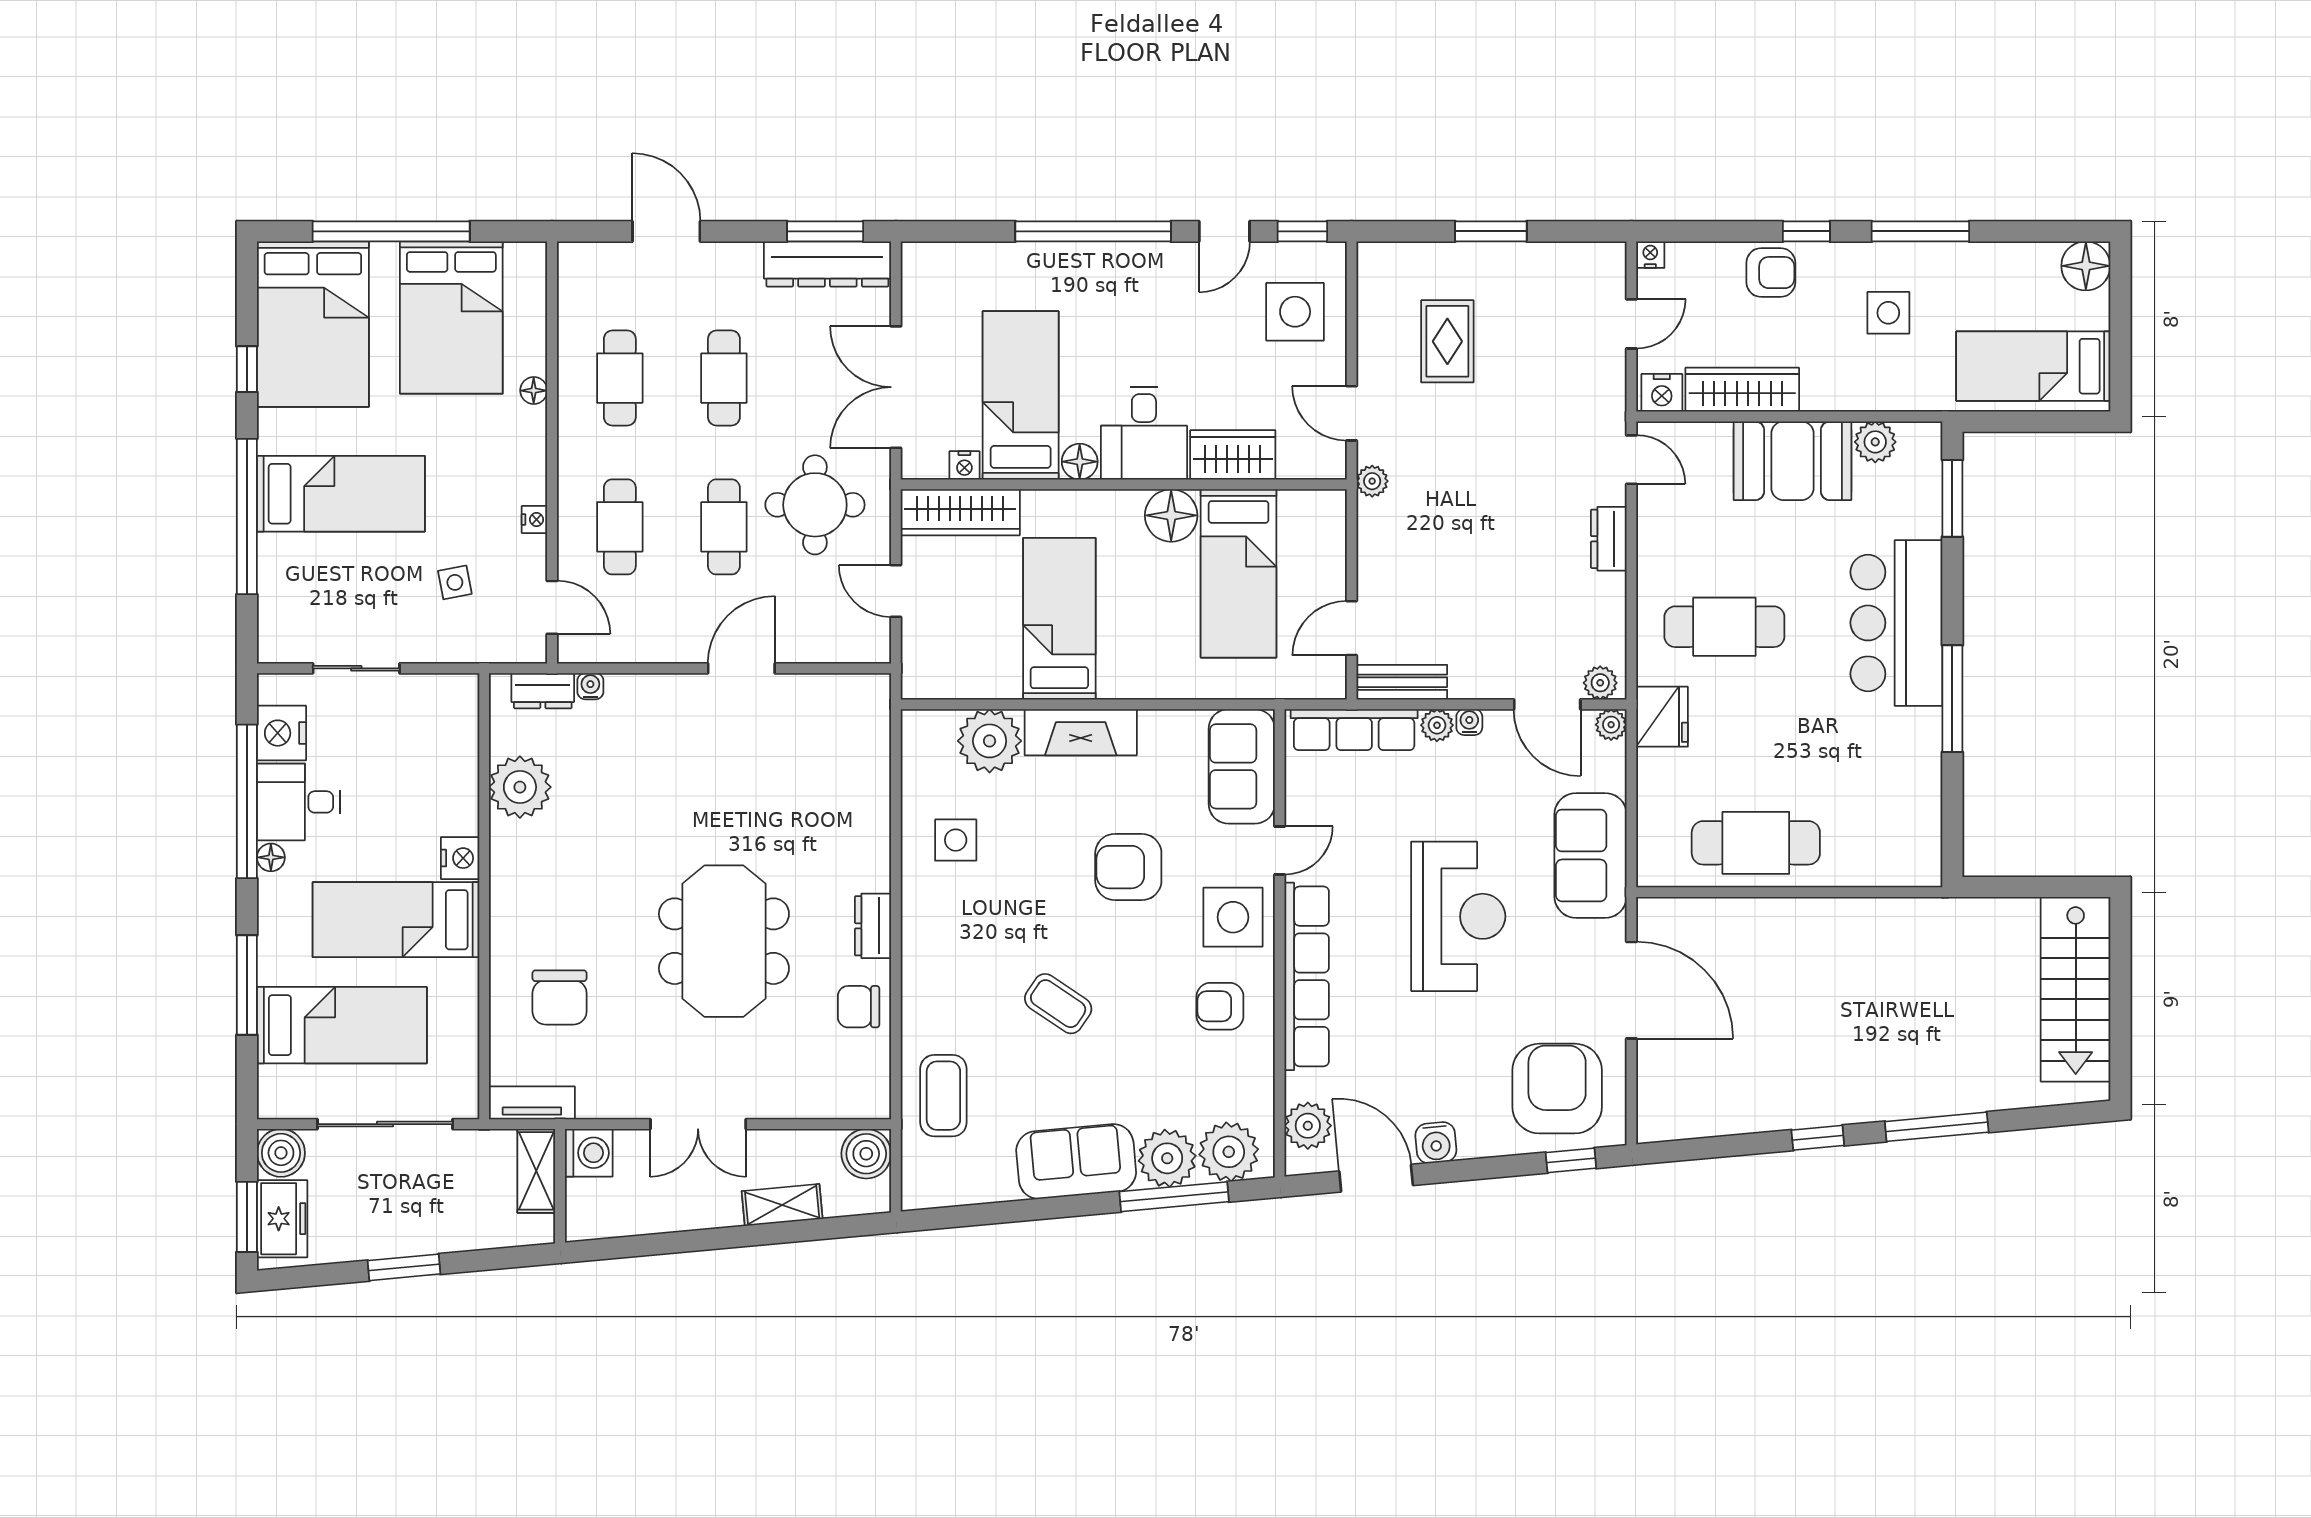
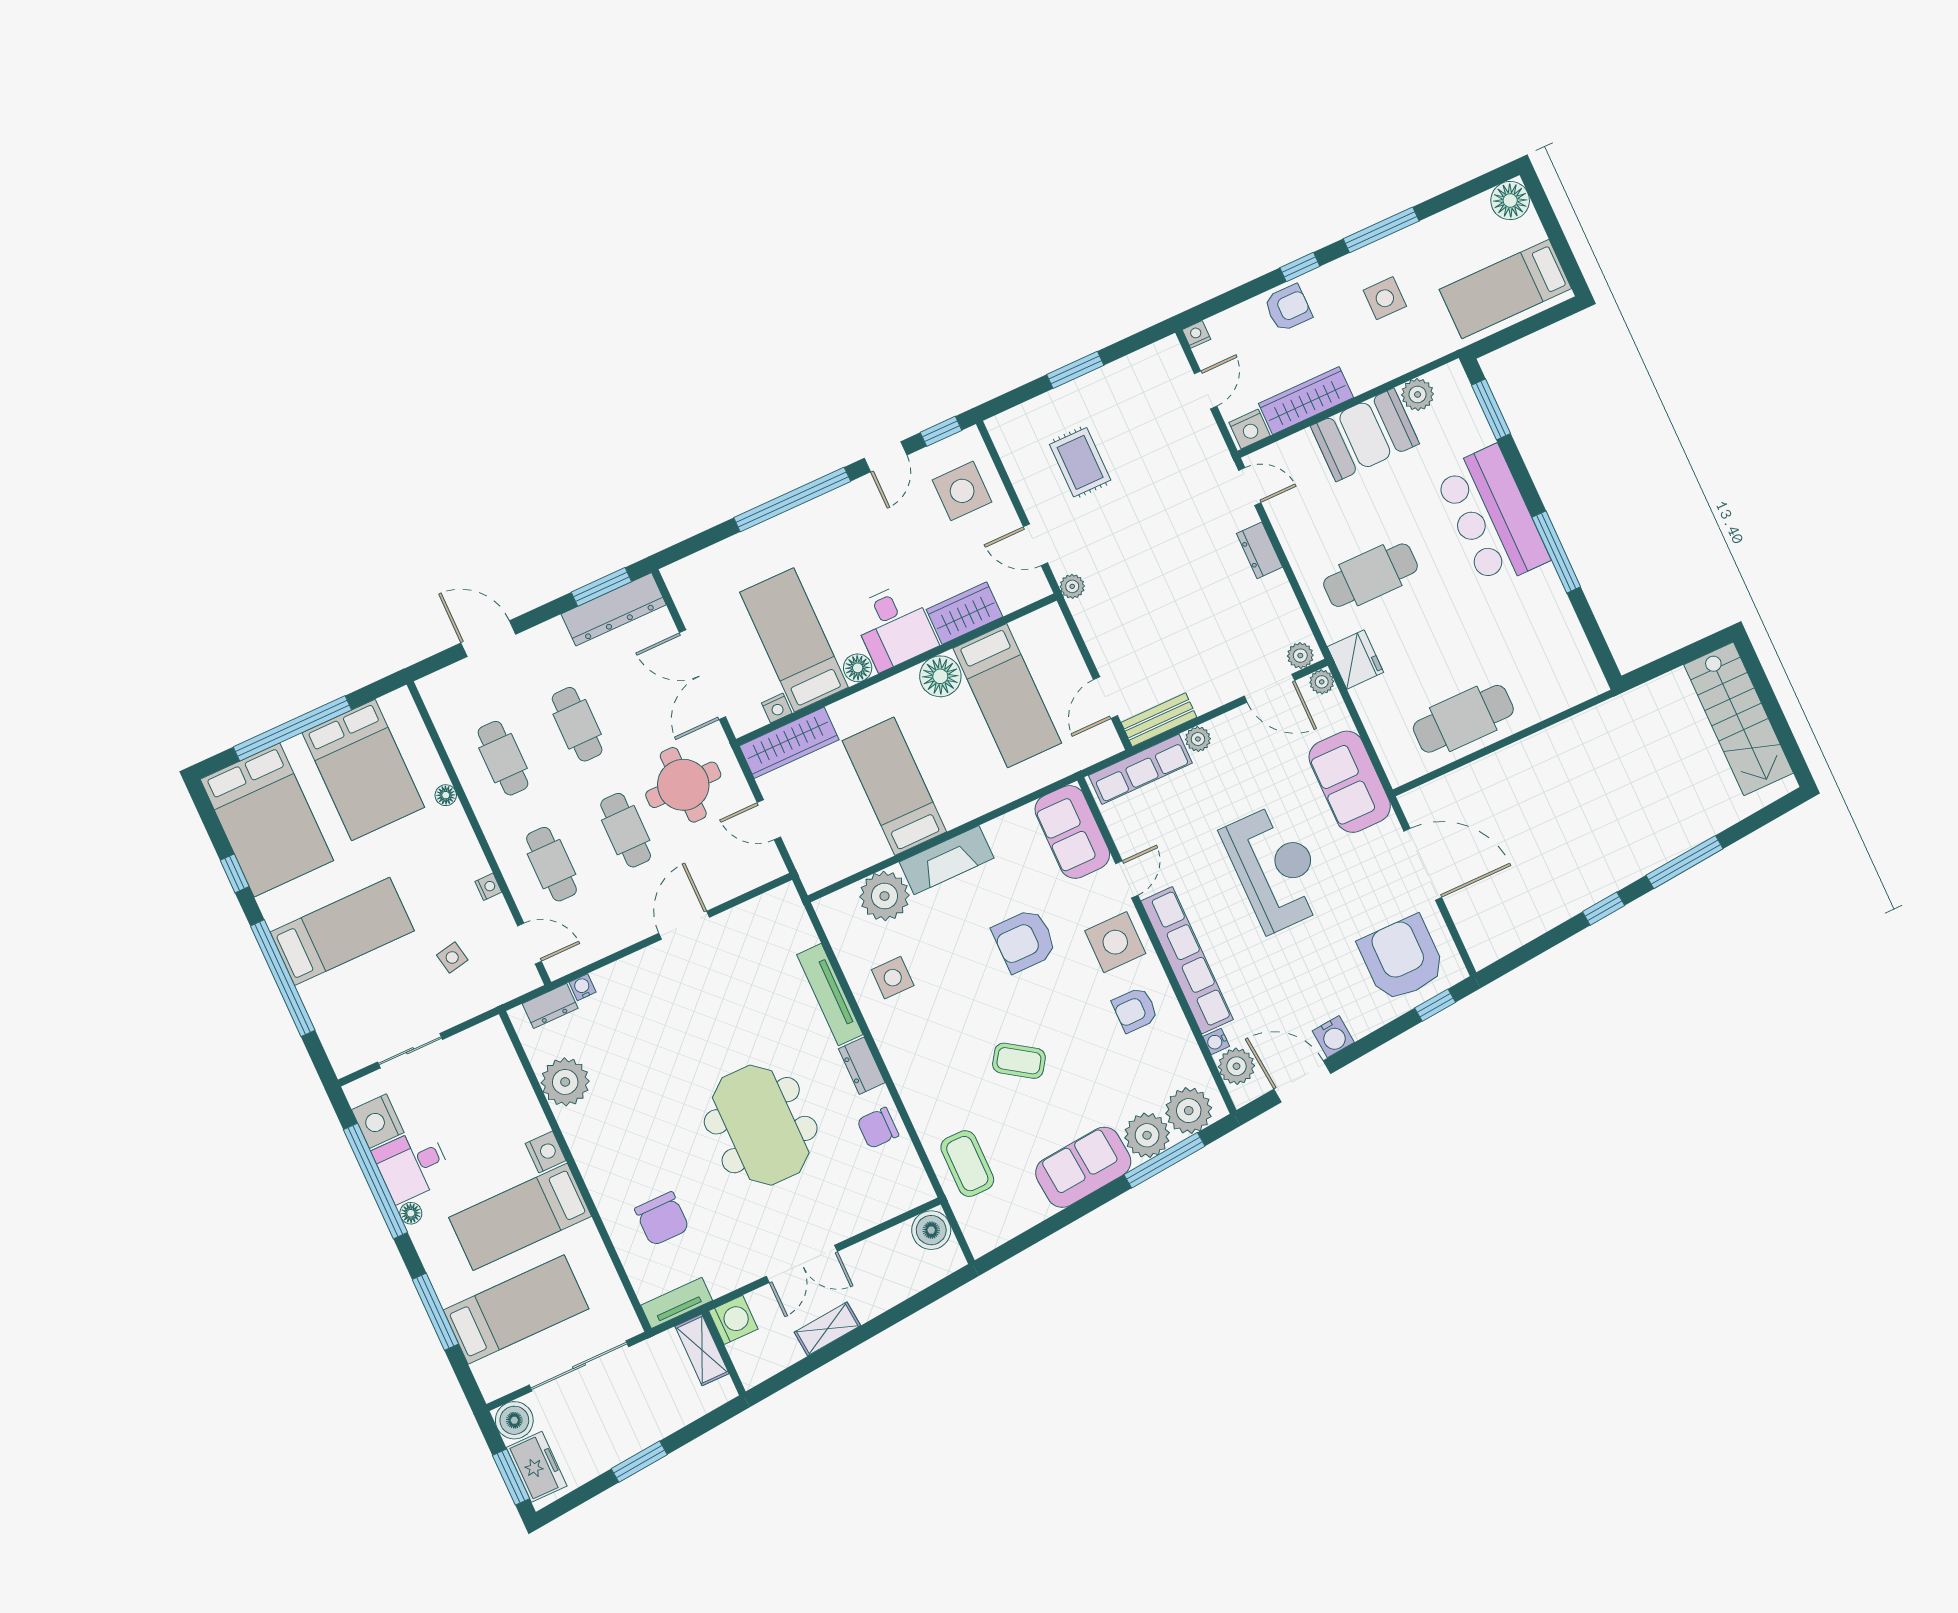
water cooler: (1469, 722) -> (1216, 1041), moved, turned -90
tv unit: (874, 826) -> (830, 995), added
shelving: (782, 1205) -> (827, 1329), moved

